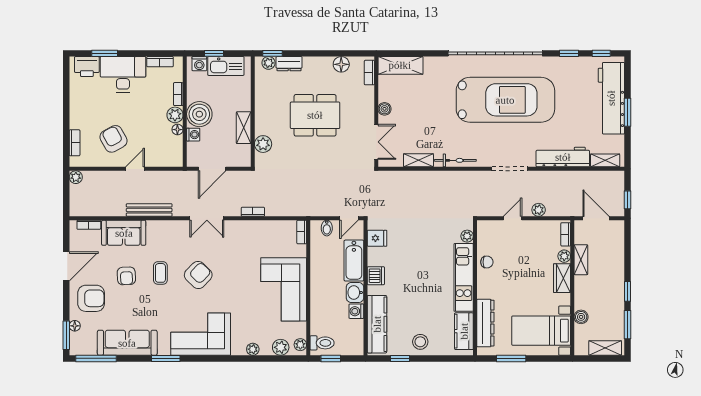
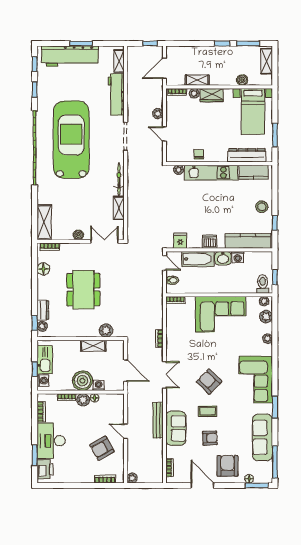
sofa: (124, 233) -> (176, 428), moved

